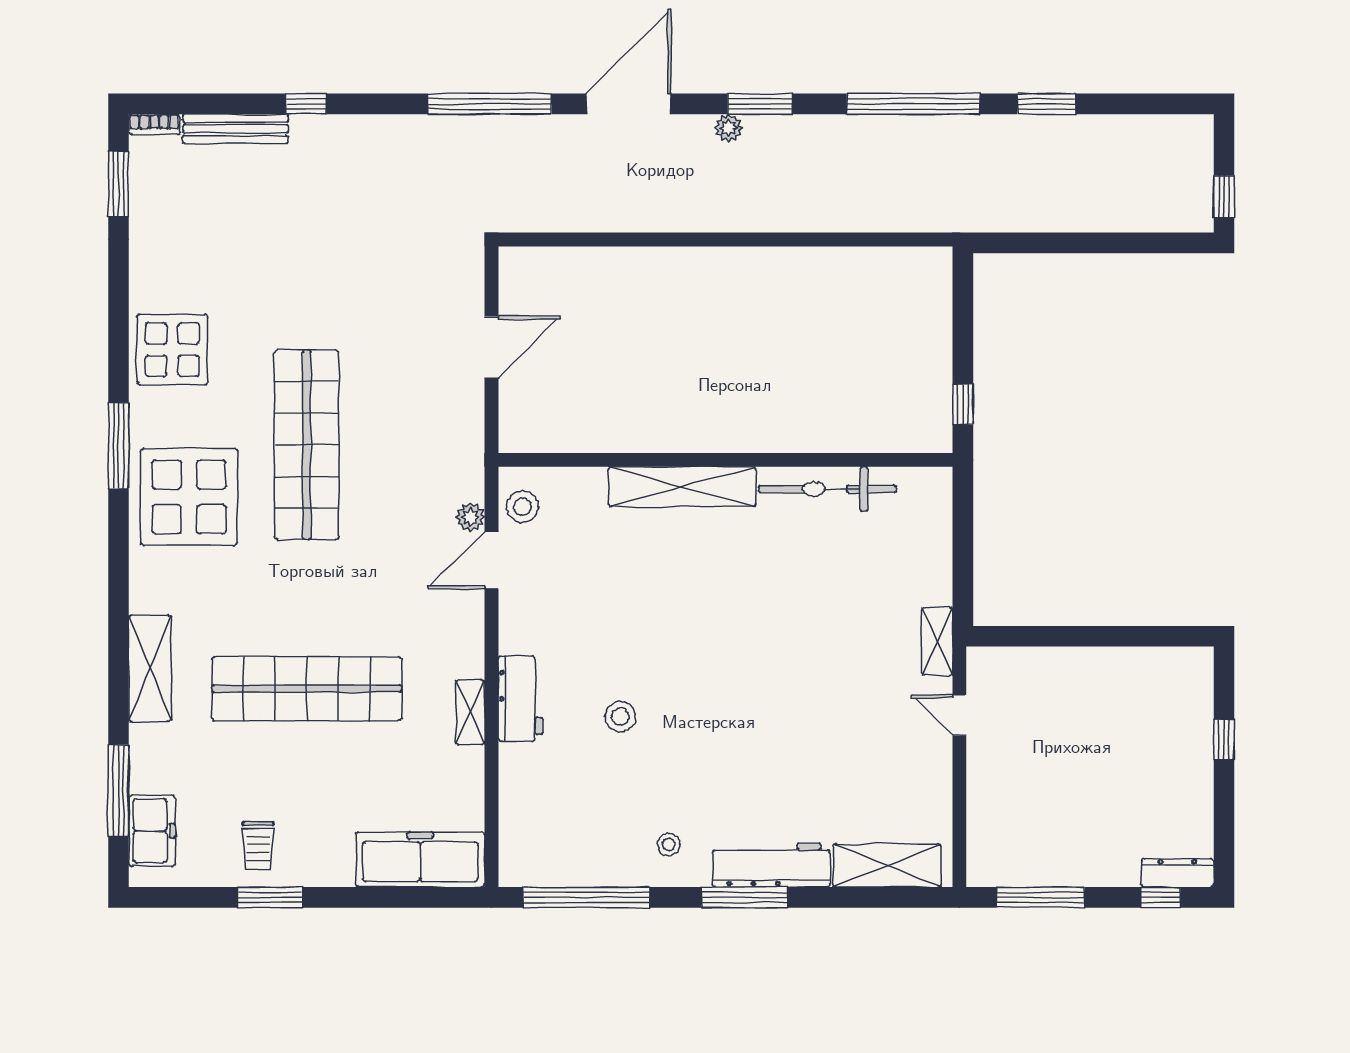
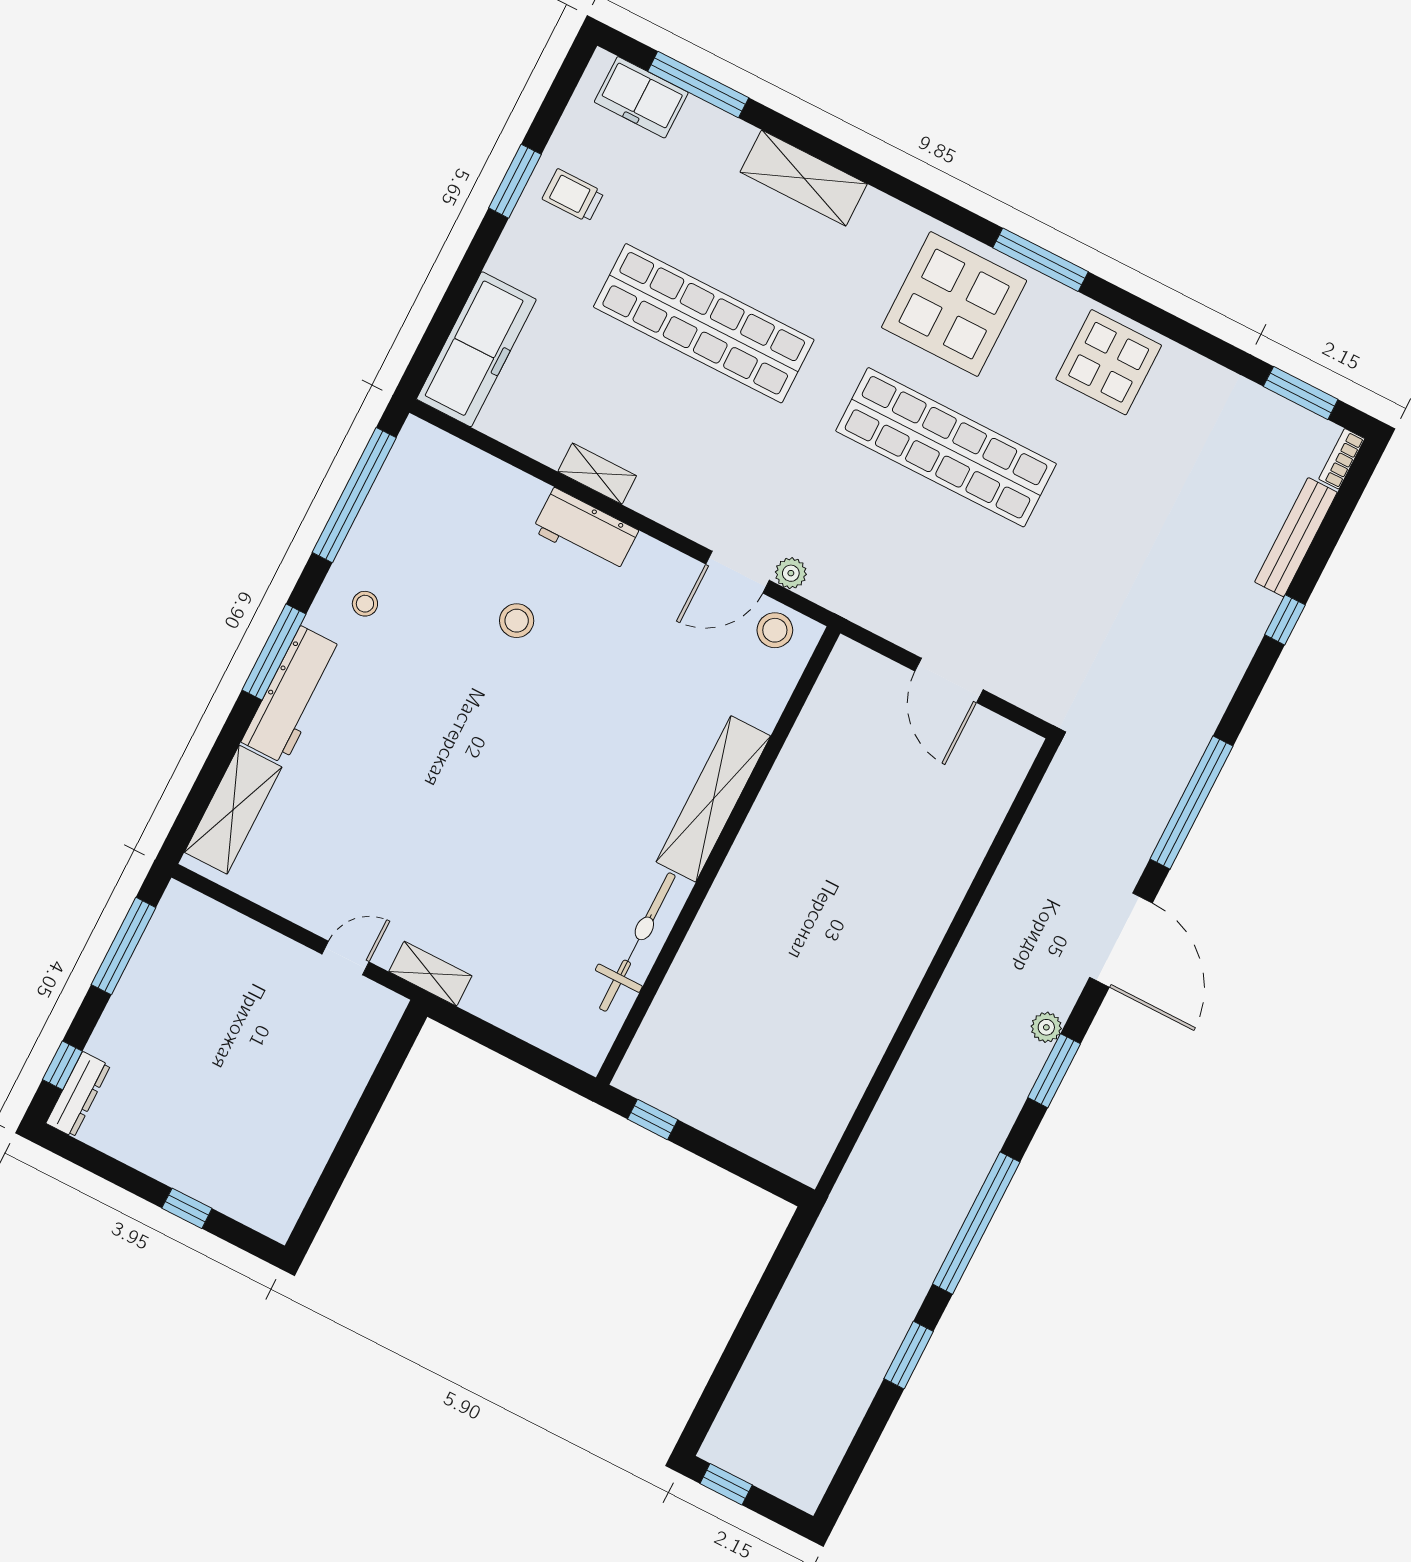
door: (491, 560) -> (737, 572), swing flipped
shop shelf: (307, 689) -> (704, 323), turned 90

